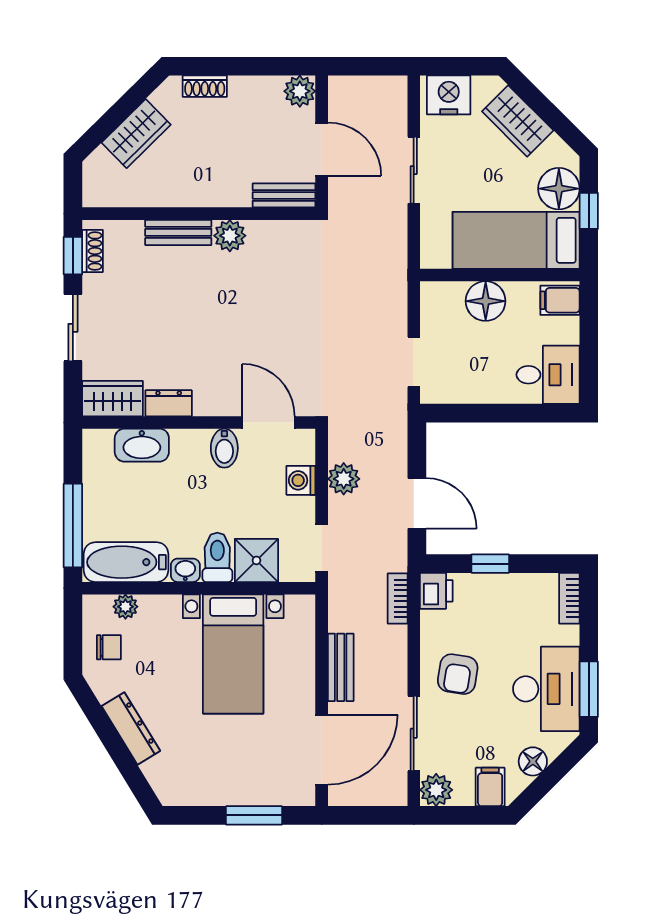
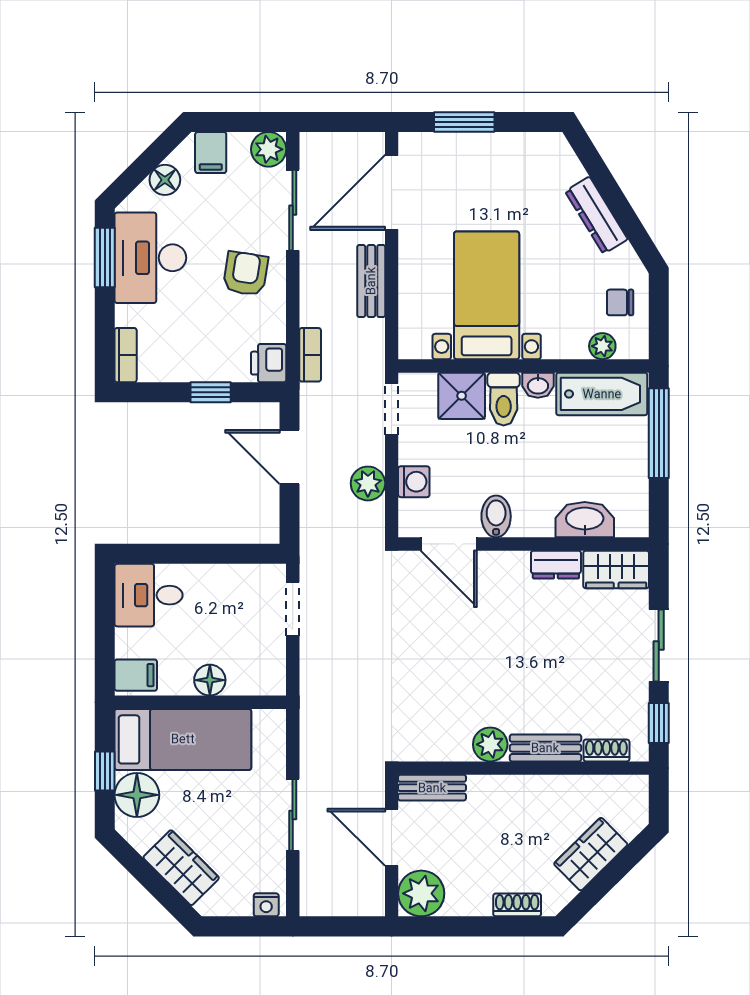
plant: (300, 91) -> (421, 893), width x1.36, depth x1.36
nightstand: (449, 95) -> (266, 905), width x0.53, depth x0.56
shoe rack: (92, 251) -> (606, 750), moved, turned 90
floor lamp: (486, 301) -> (210, 680), width x0.73, depth x0.73

